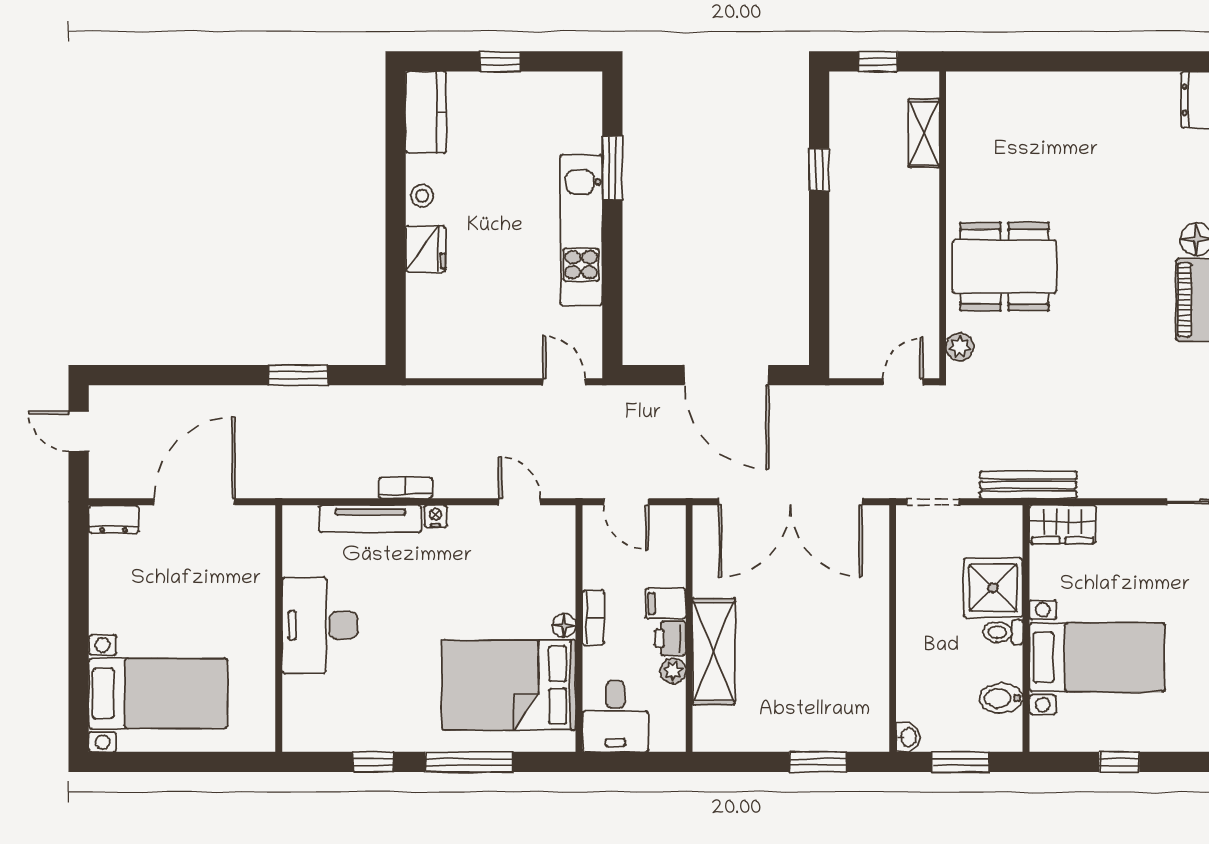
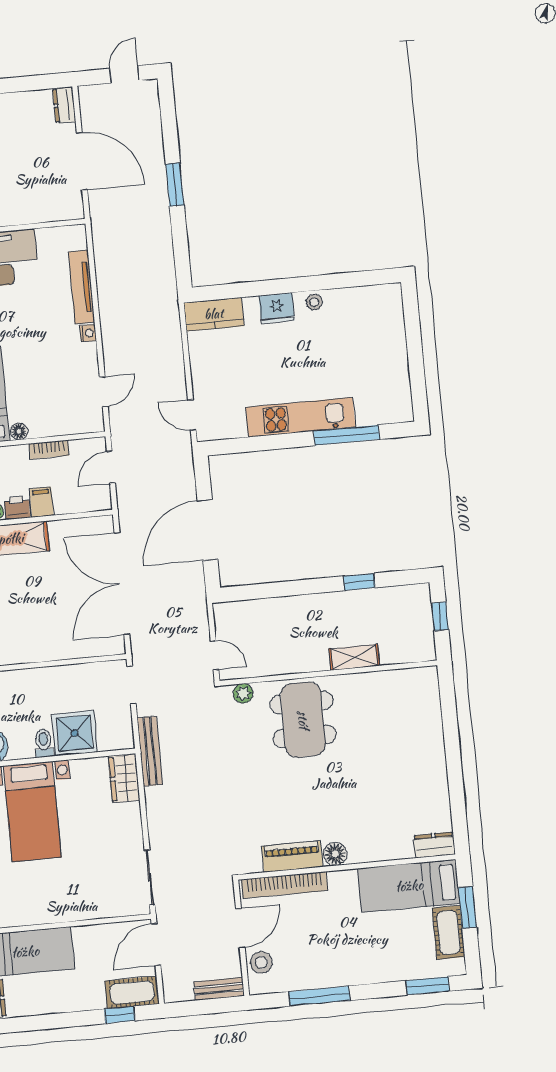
window: (500, 61) -> (415, 349), removed
kitchen counter: (426, 112) -> (214, 314), moved
shelving: (924, 133) -> (354, 657), moved
window: (612, 168) -> (347, 435), width x1.44
window: (298, 375) -> (175, 185), moved
door: (564, 382) -> (192, 415), swing flipped
bookcase: (406, 488) -> (106, 310), removed
bookcase: (593, 618) -> (49, 450), moved

